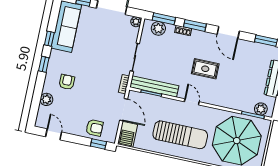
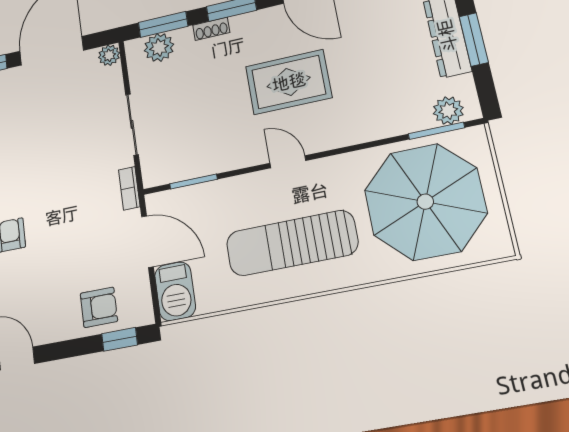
rug: (205, 69) -> (289, 82), width x1.36, depth x1.43
bench: (154, 86) -> (195, 165), removed
sun lounger: (180, 135) -> (292, 243), turned 180

